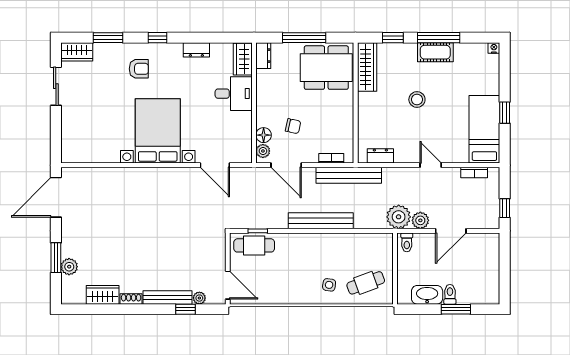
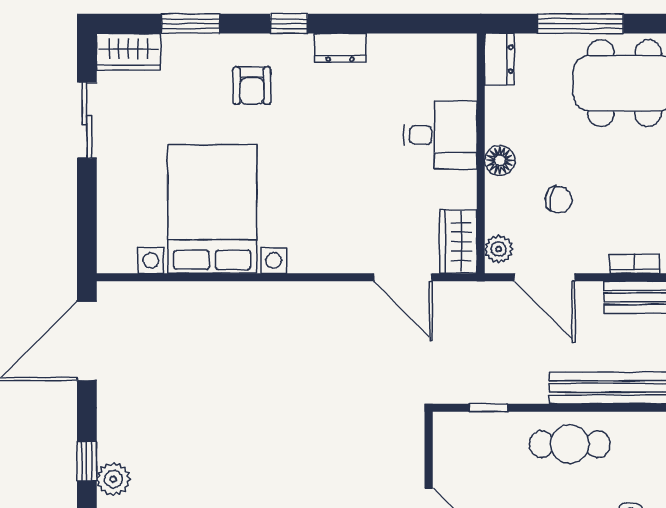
dresser: (196, 50) -> (340, 48), moved
wardrobe: (243, 59) -> (458, 242), moved
armchair: (139, 69) -> (252, 86), turned 90
bed with nightstands: (158, 131) -> (212, 209), moved
floor lamp: (264, 135) -> (500, 160), moved
cafe table: (254, 245) -> (570, 444), moved
window: (56, 258) -> (87, 461), width x0.67

